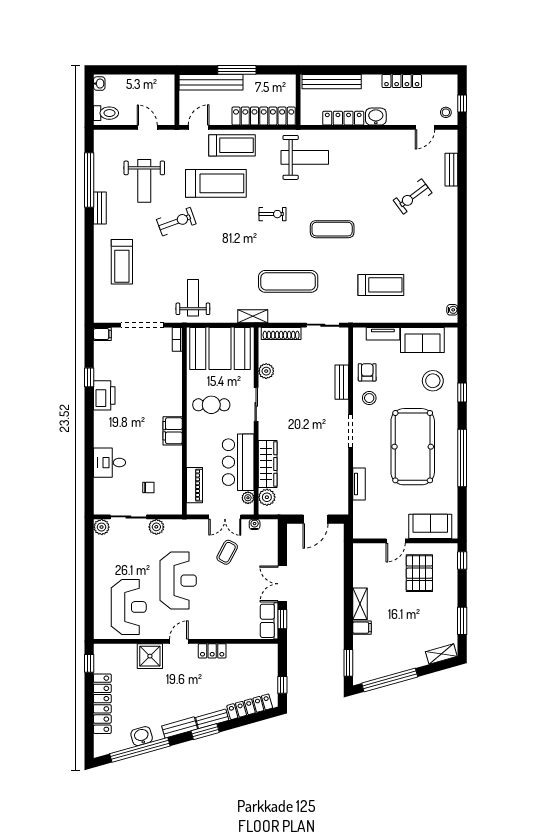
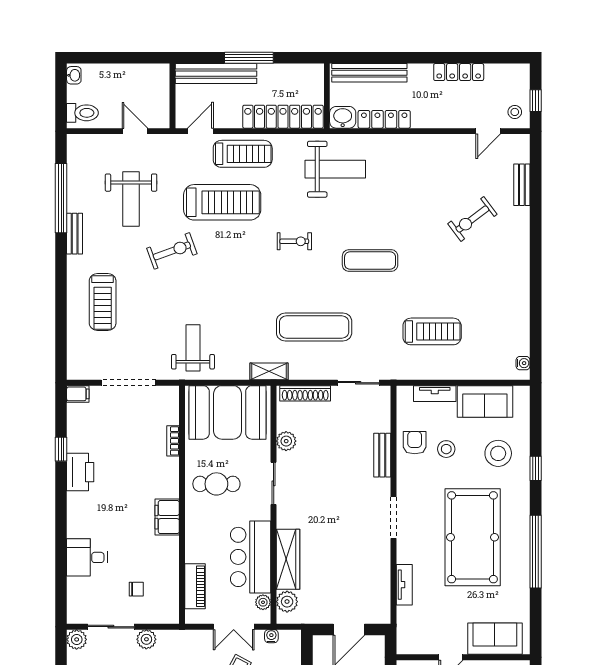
washbasin: (376, 117) -> (343, 117), moved
bookcase: (177, 339) -> (173, 441), moved
stool: (369, 398) -> (446, 449), moved

